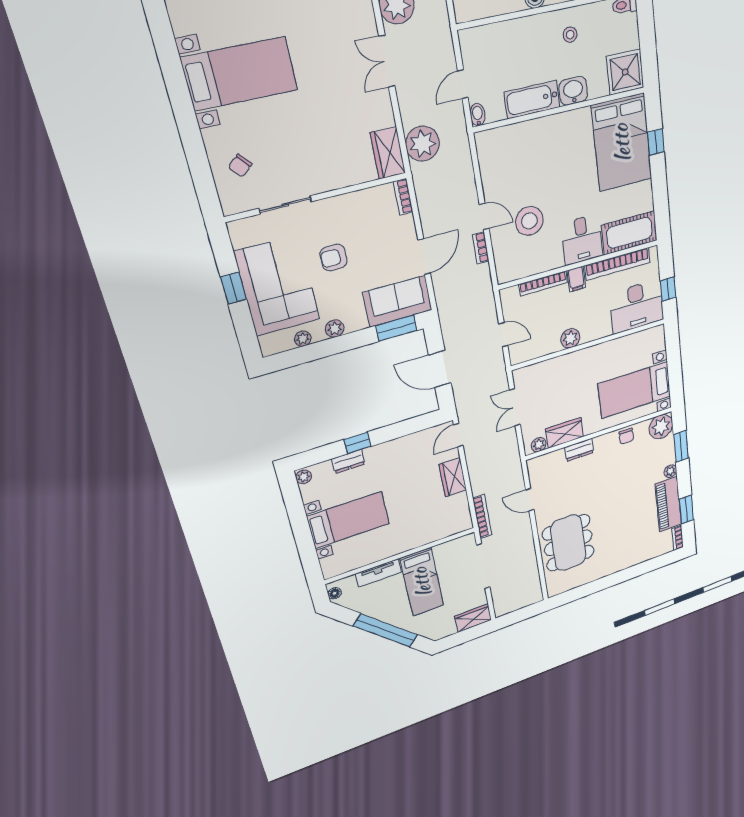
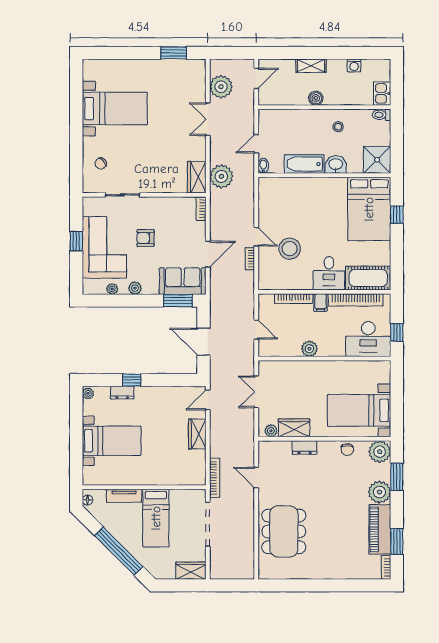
plant: (670, 471) -> (380, 492), width x1.87, depth x1.87

